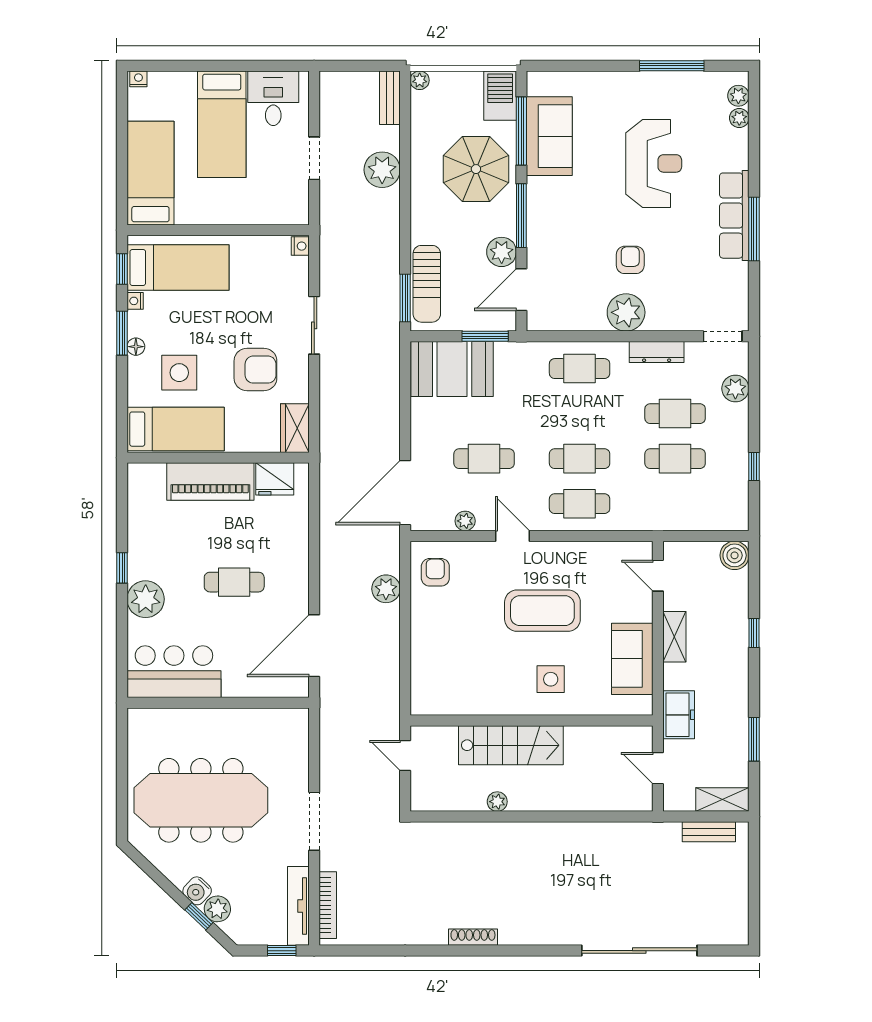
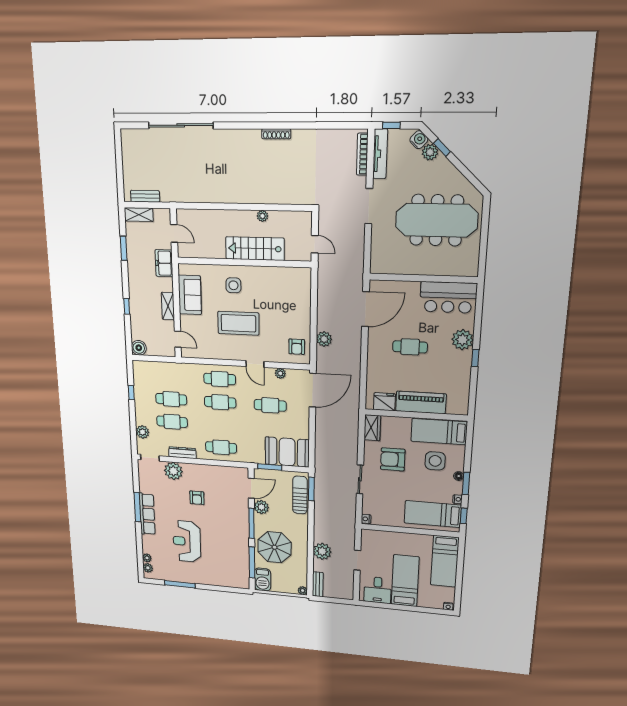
sofa: (549, 136) -> (238, 559), removed
plant: (626, 312) -> (173, 471), moved
water cooler: (197, 891) -> (419, 140), moved

